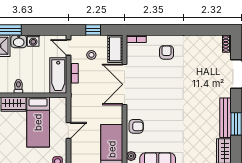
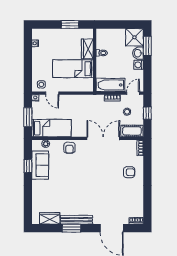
door: (68, 131) -> (52, 93), moved

